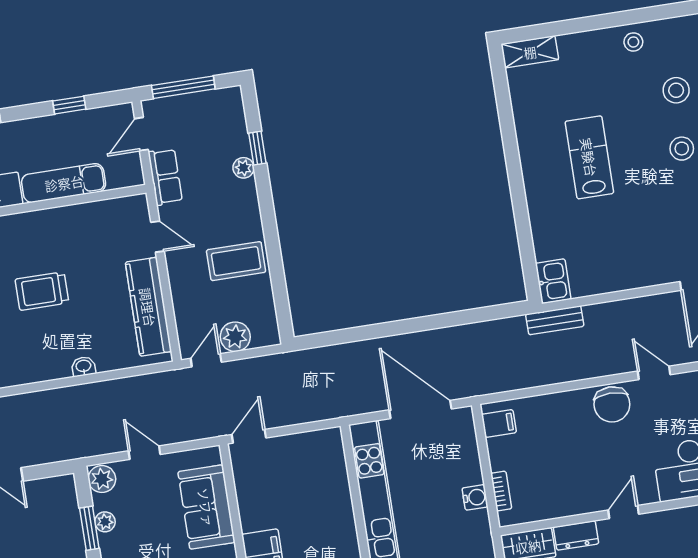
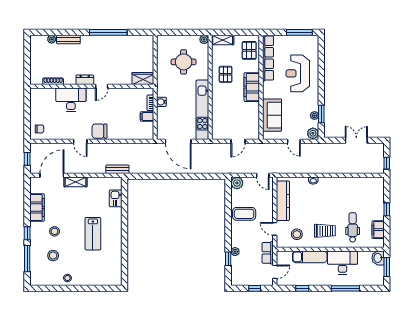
shelving: (530, 52) -> (75, 182), moved
window: (183, 87) -> (255, 288), width x0.46
stool: (103, 232) -> (297, 234), added
kitchen sink: (553, 281) -> (116, 198), moved
trolley: (42, 291) -> (325, 231), moved
plant: (235, 337) -> (237, 183), moved
door: (206, 360) -> (263, 175), hinge flipped
chair: (612, 404) -> (99, 131), turned -90
filing cabinet: (499, 423) -> (147, 117), moved
door: (249, 436) -> (238, 141), moved
dresser: (576, 535) -> (85, 80), moved

